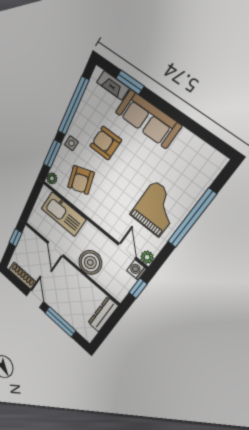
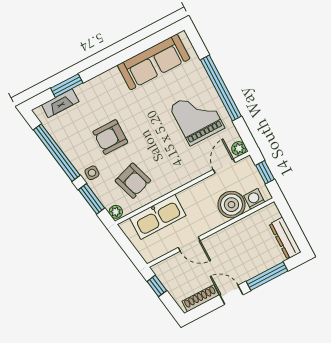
sofa: (148, 119) -> (154, 62), moved
door: (127, 251) -> (224, 166), hinge flipped
boiler: (90, 262) -> (231, 205), moved
washing machine: (137, 270) -> (254, 199), moved, turned 90
dresser: (103, 314) -> (285, 238), moved

